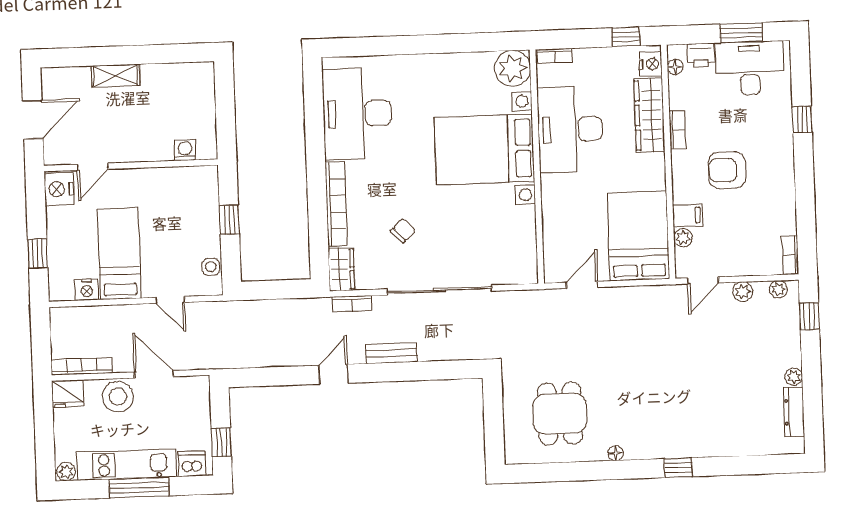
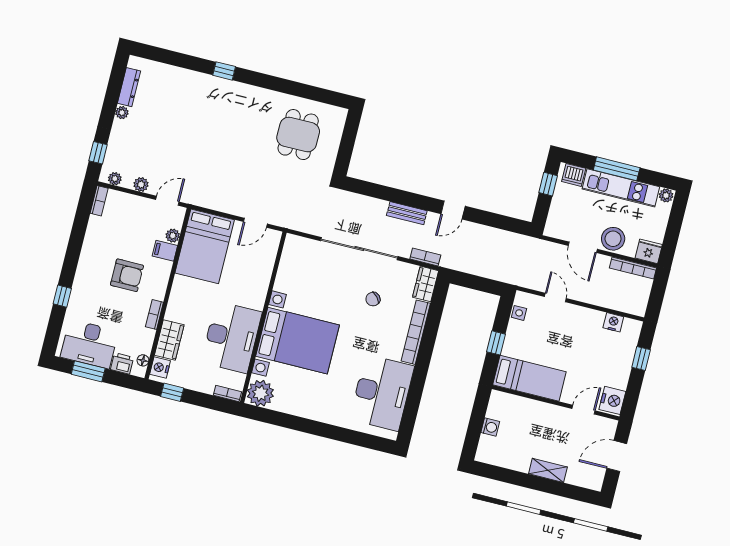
wardrobe: (649, 115) -> (169, 340), width x0.67
washing machine: (185, 150) -> (490, 427), moved, turned -90
bed: (119, 254) -> (529, 378), moved, turned -90
floor lamp: (616, 453) -> (266, 94), removed

